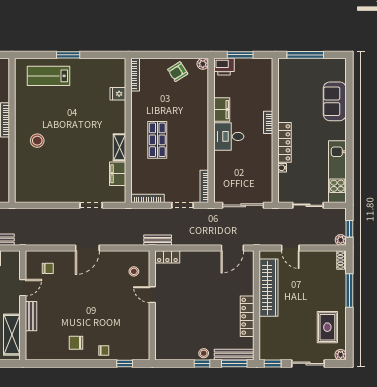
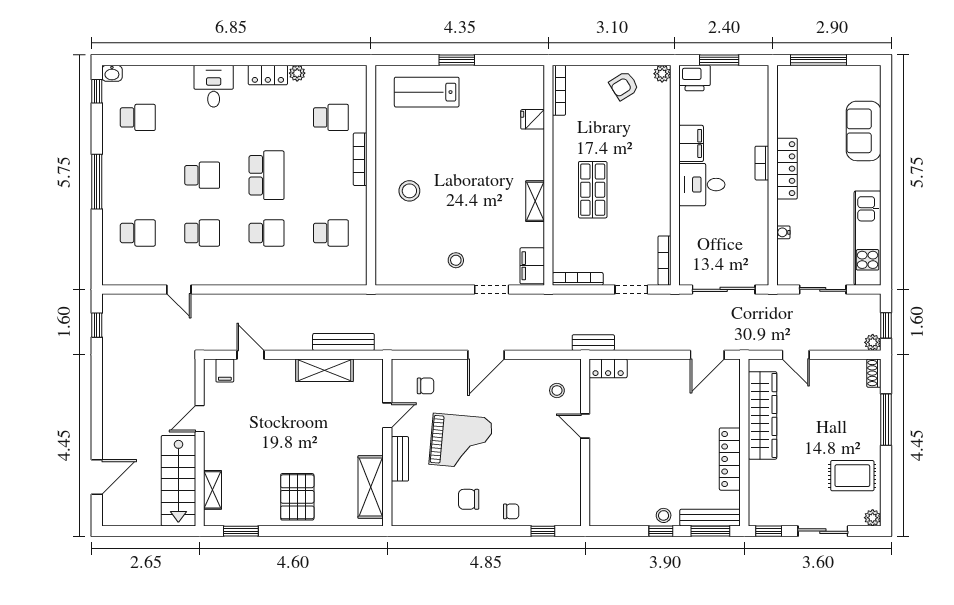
locker: (285, 142) -> (787, 169), moved
filing cabinet: (118, 174) -> (532, 266), moved
stool: (68, 186) -> (456, 260), added
grand piano: (71, 305) -> (461, 441), added
rug: (327, 327) -> (852, 476), turned 90

